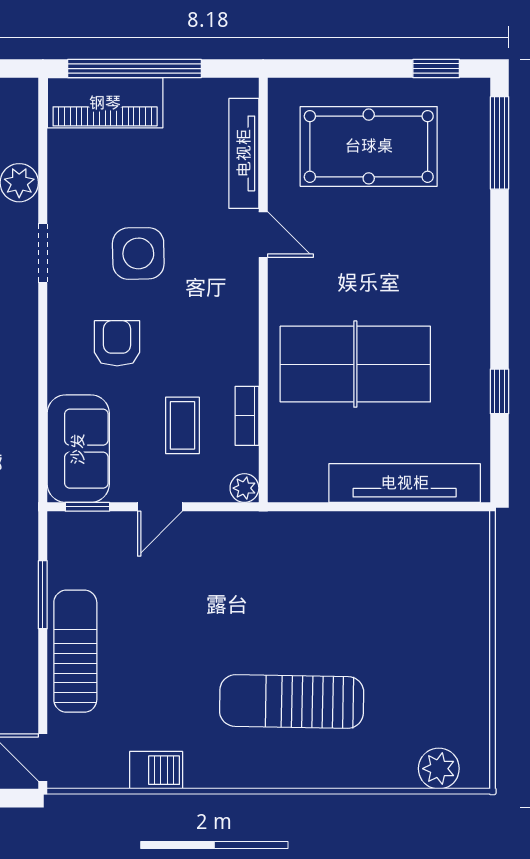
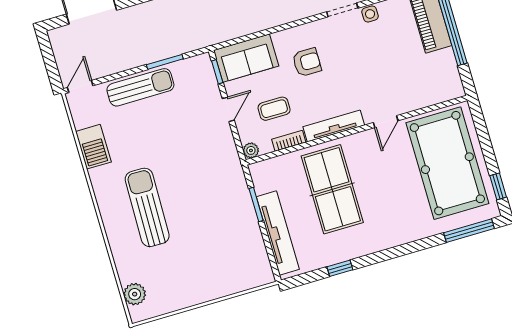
pool table: (369, 146) -> (447, 163), width x1.36, depth x1.32
tv unit: (244, 153) -> (334, 126), moved
side table: (138, 253) -> (370, 14), moved, width x0.54, depth x0.54
door: (160, 507) -> (228, 109), swing flipped
window: (343, 507) -> (256, 205), added
barbecue: (156, 770) -> (93, 147), width x1.38, depth x1.27

